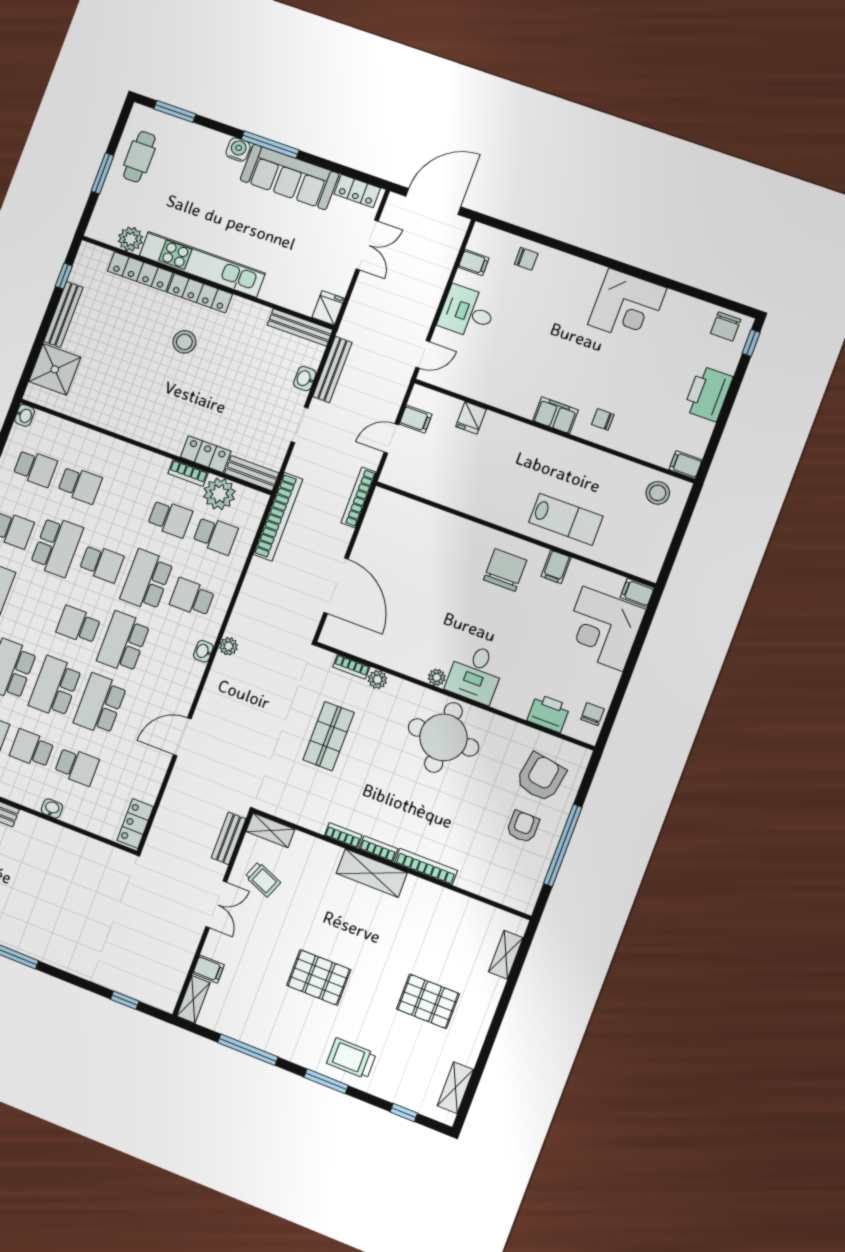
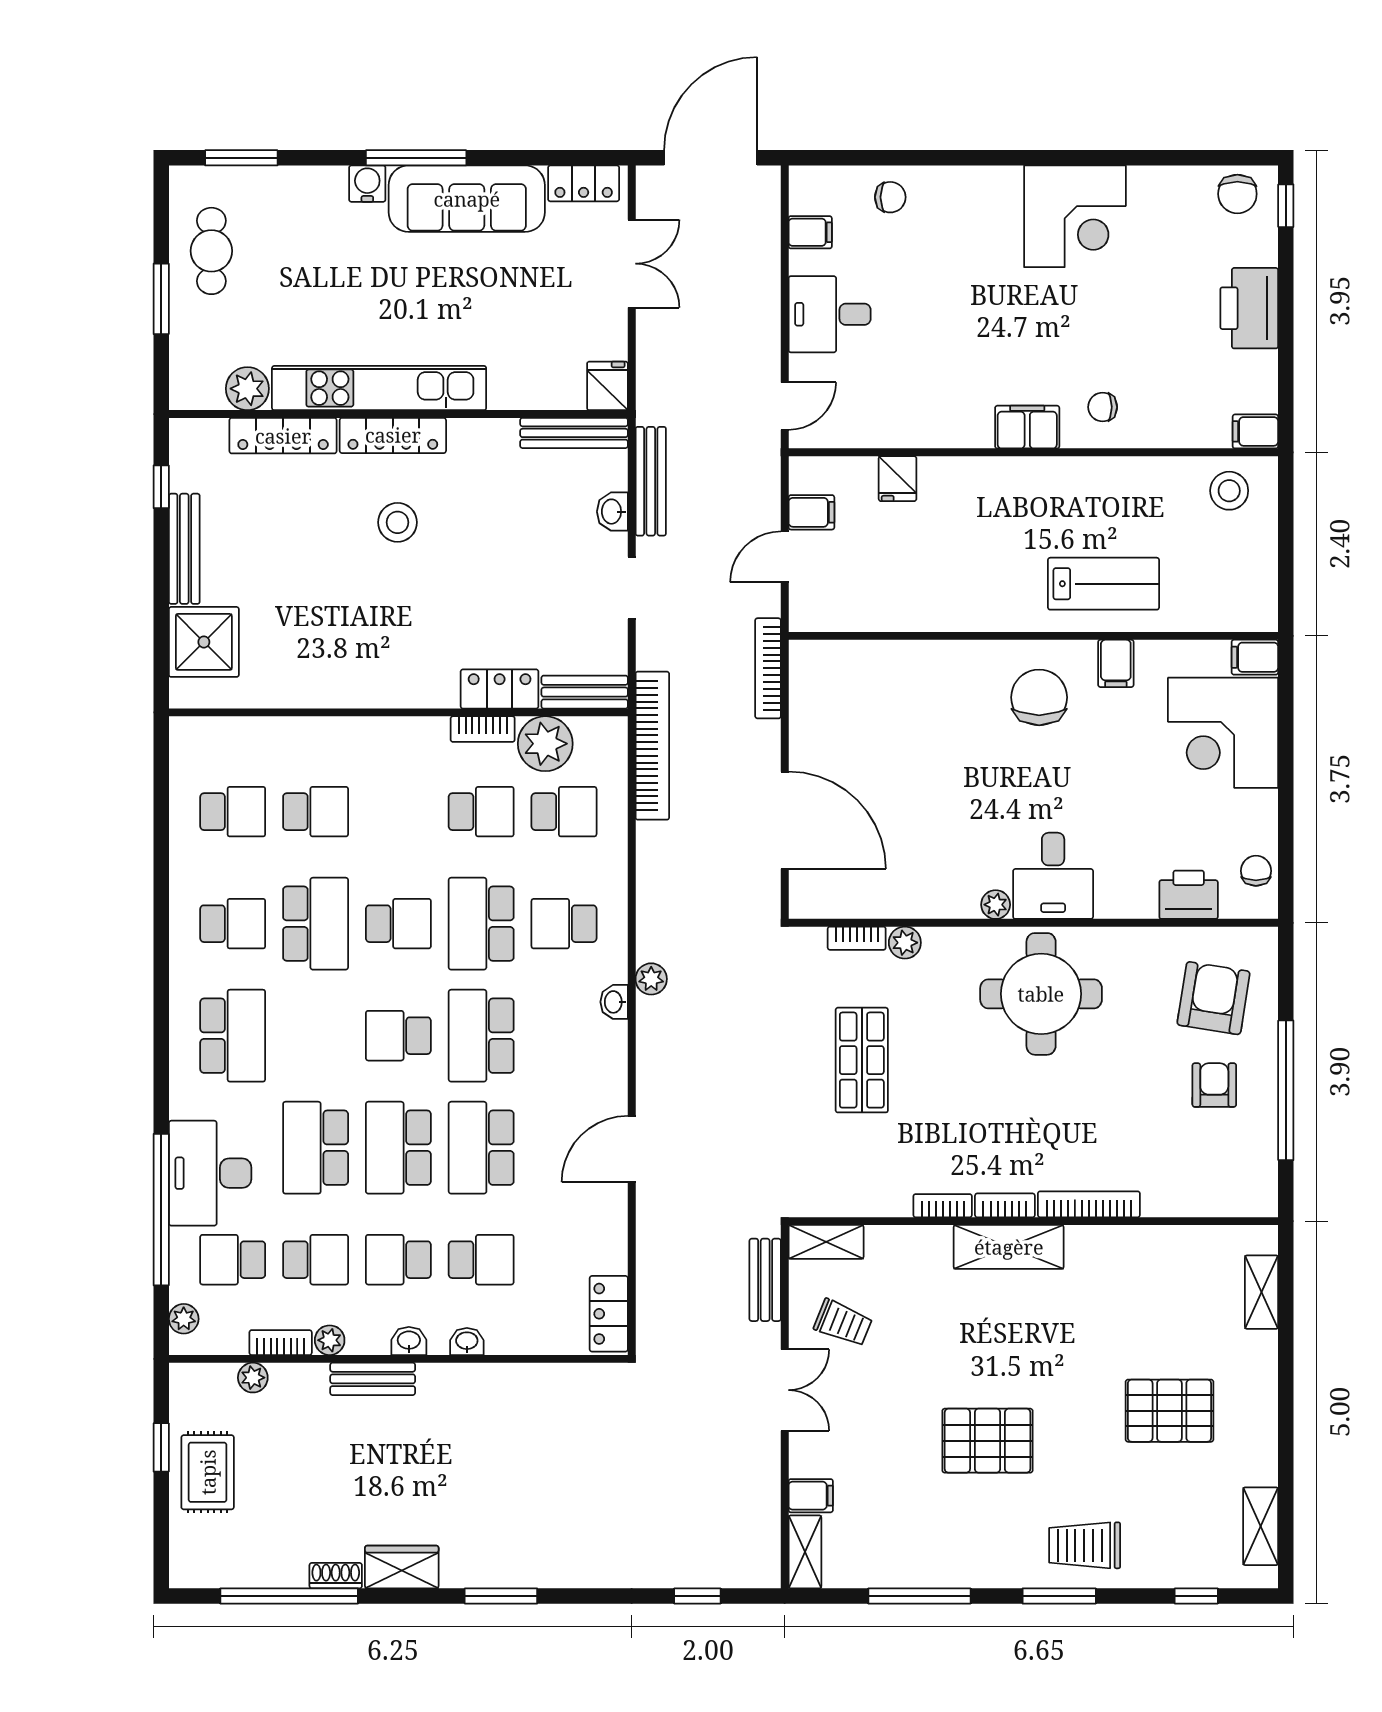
washbasin: (25, 415) -> (409, 1341), moved, turned -90

